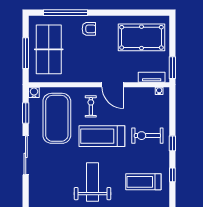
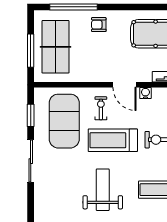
armchair: (89, 29) -> (99, 25), turned 180
water cooler: (34, 92) -> (145, 93), moved

